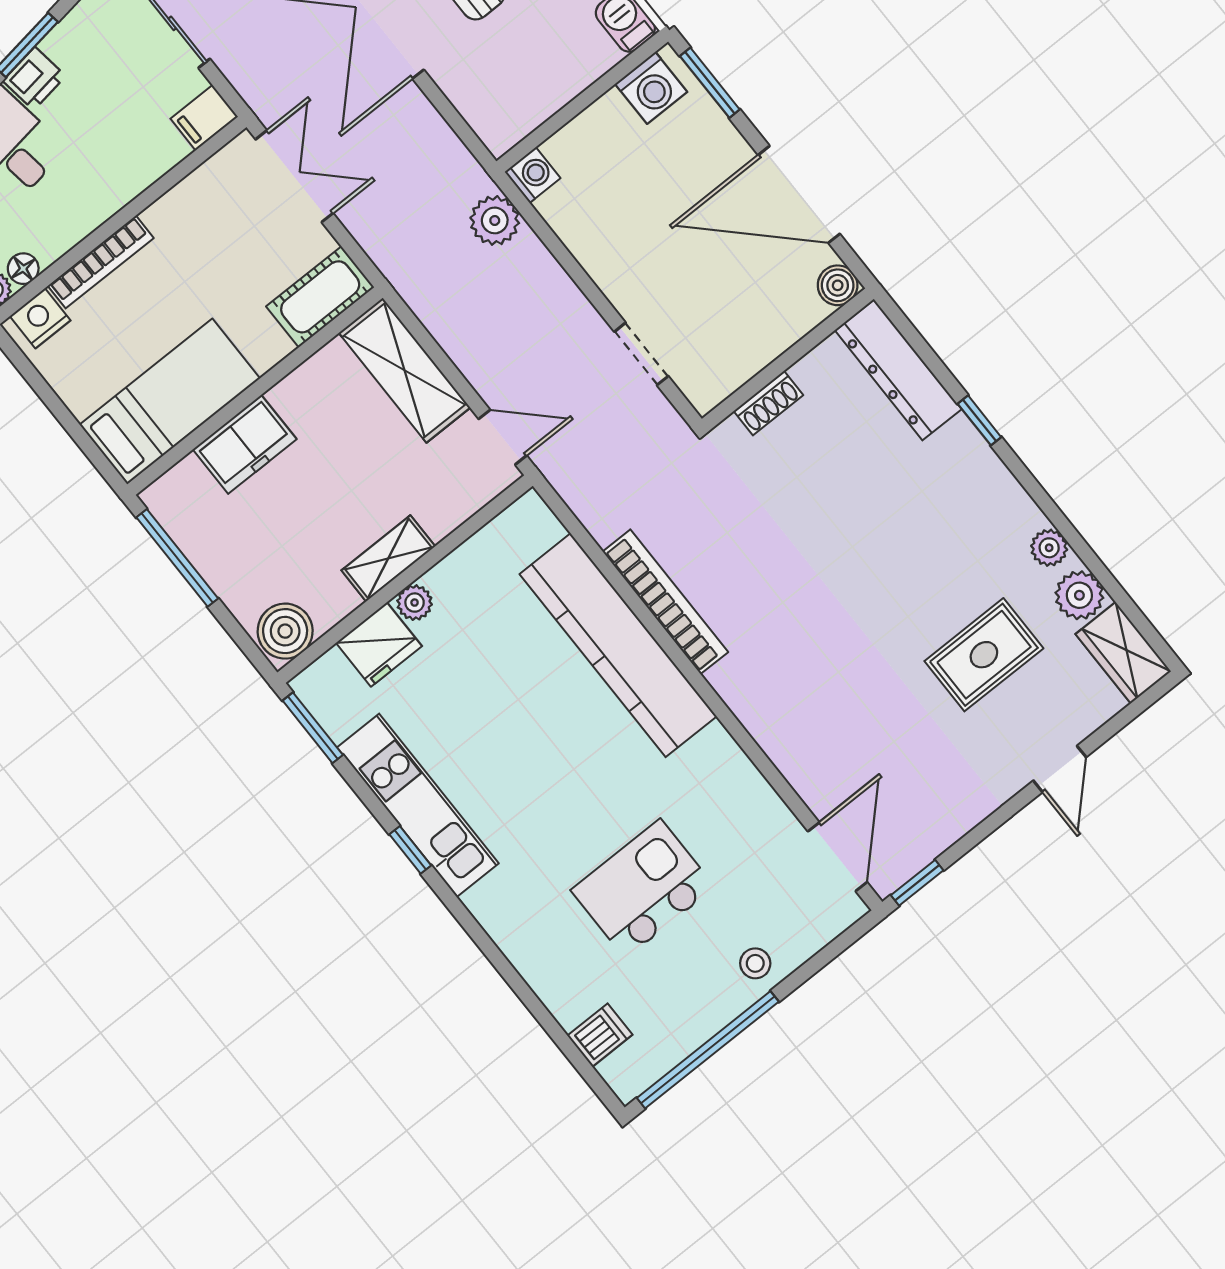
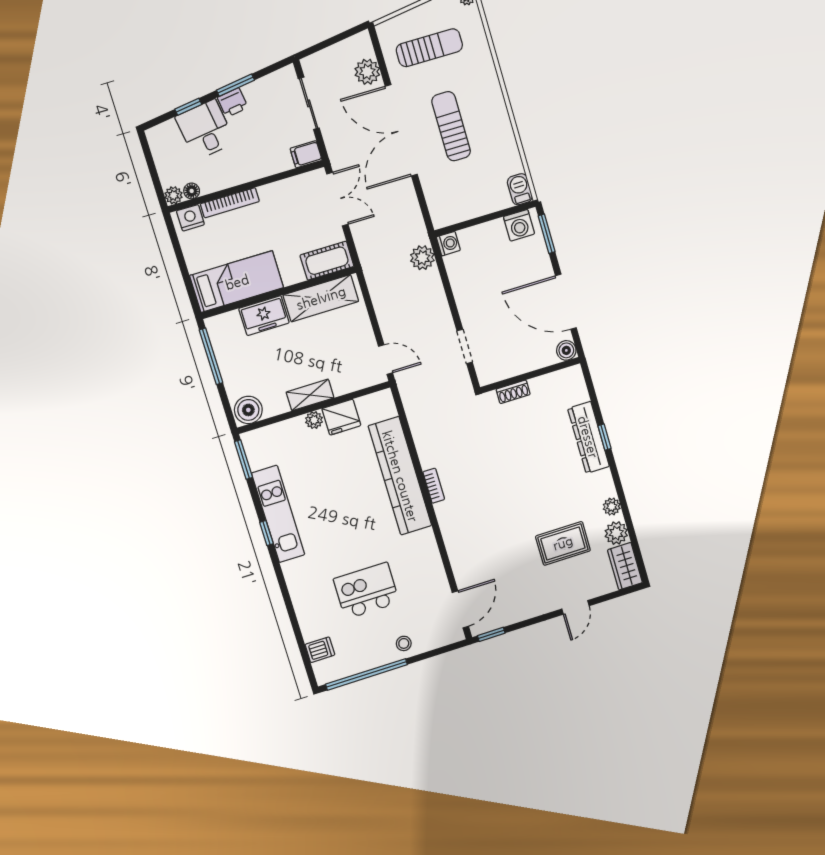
shelving: (405, 370) -> (321, 298), moved, turned 90
dresser: (898, 370) -> (588, 437), moved
bookcase: (665, 602) -> (434, 486), width x0.43, depth x0.76
fridge: (379, 644) -> (341, 417), moved

